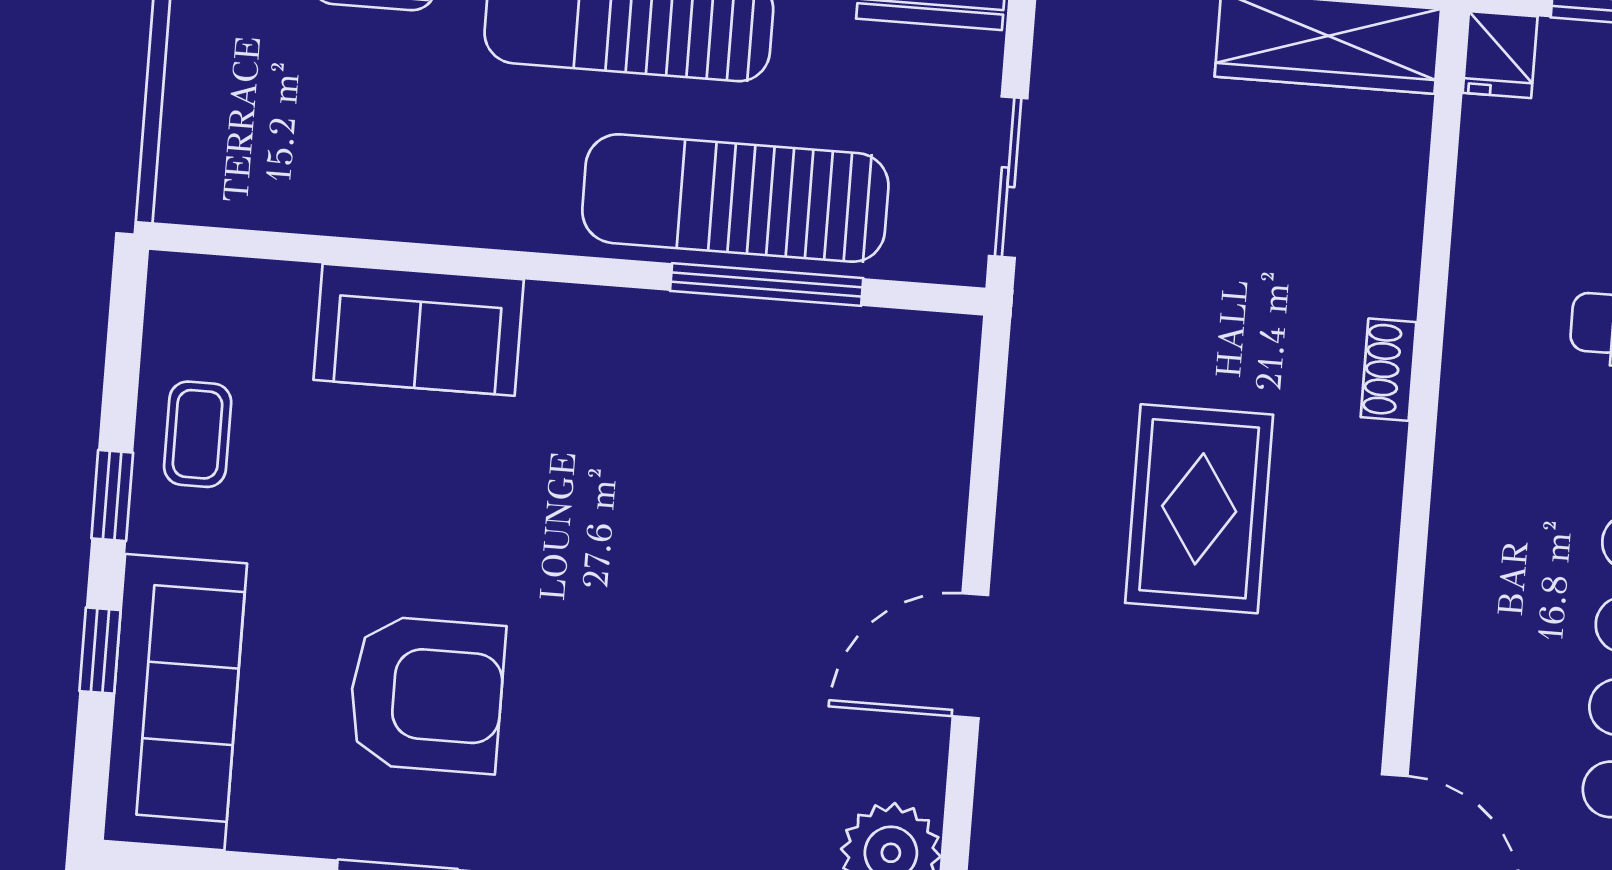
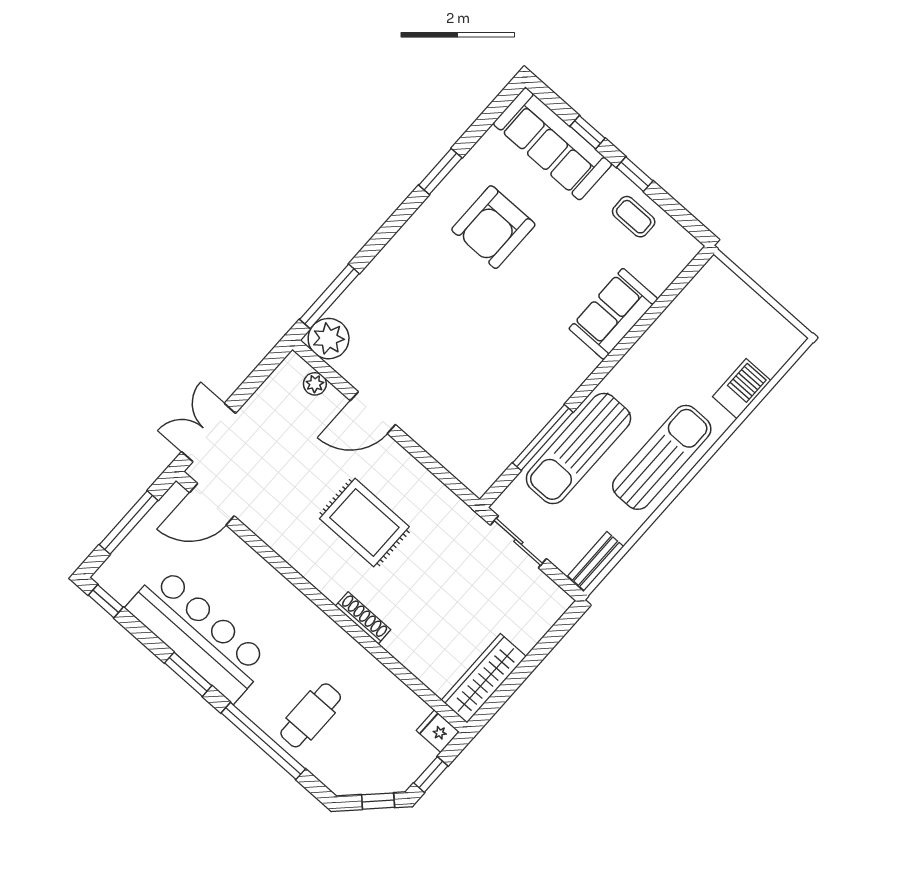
sun lounger: (735, 198) -> (578, 448), turned 180
shoe rack: (1389, 370) -> (363, 618), width x1.43
door: (970, 656) -> (373, 413), swing flipped
plant: (1000, 812) -> (315, 384), added

